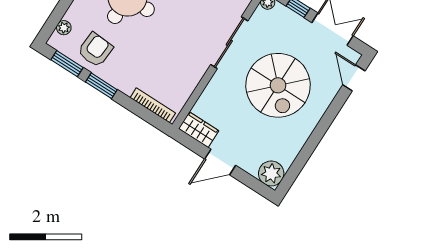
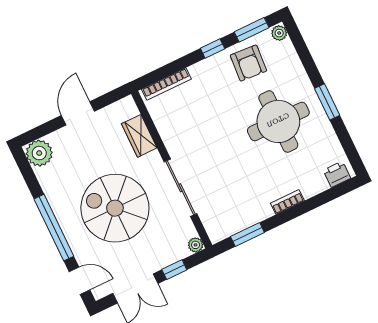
plant: (64, 28) -> (279, 33), moved
window: (101, 86) -> (213, 49), width x0.67
window: (324, 125) -> (54, 228), added
wardrobe: (199, 130) -> (139, 136), moved, turned 90

